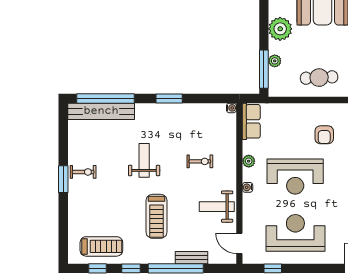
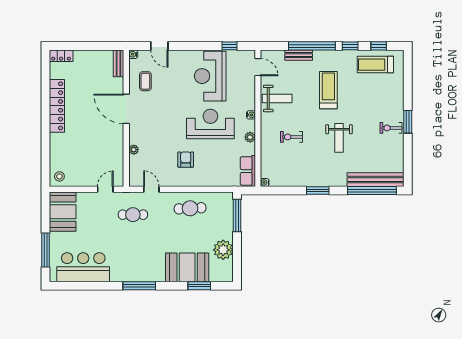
plant: (275, 61) -> (228, 222), removed
reception desk: (295, 233) -> (210, 76), turned 90

